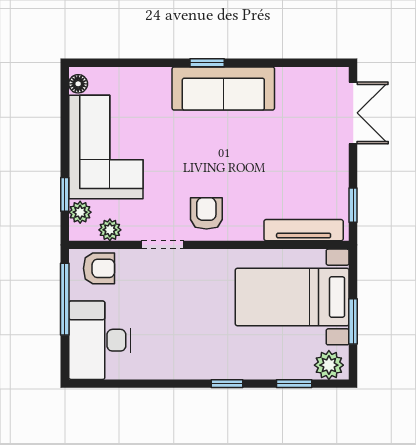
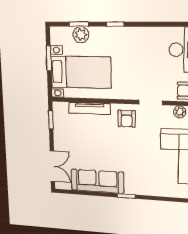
sofa: (223, 88) -> (97, 181), moved
double door: (353, 113) -> (52, 166), swing flipped
tv unit: (304, 230) -> (89, 108), moved
plant: (329, 365) -> (81, 35), moved

